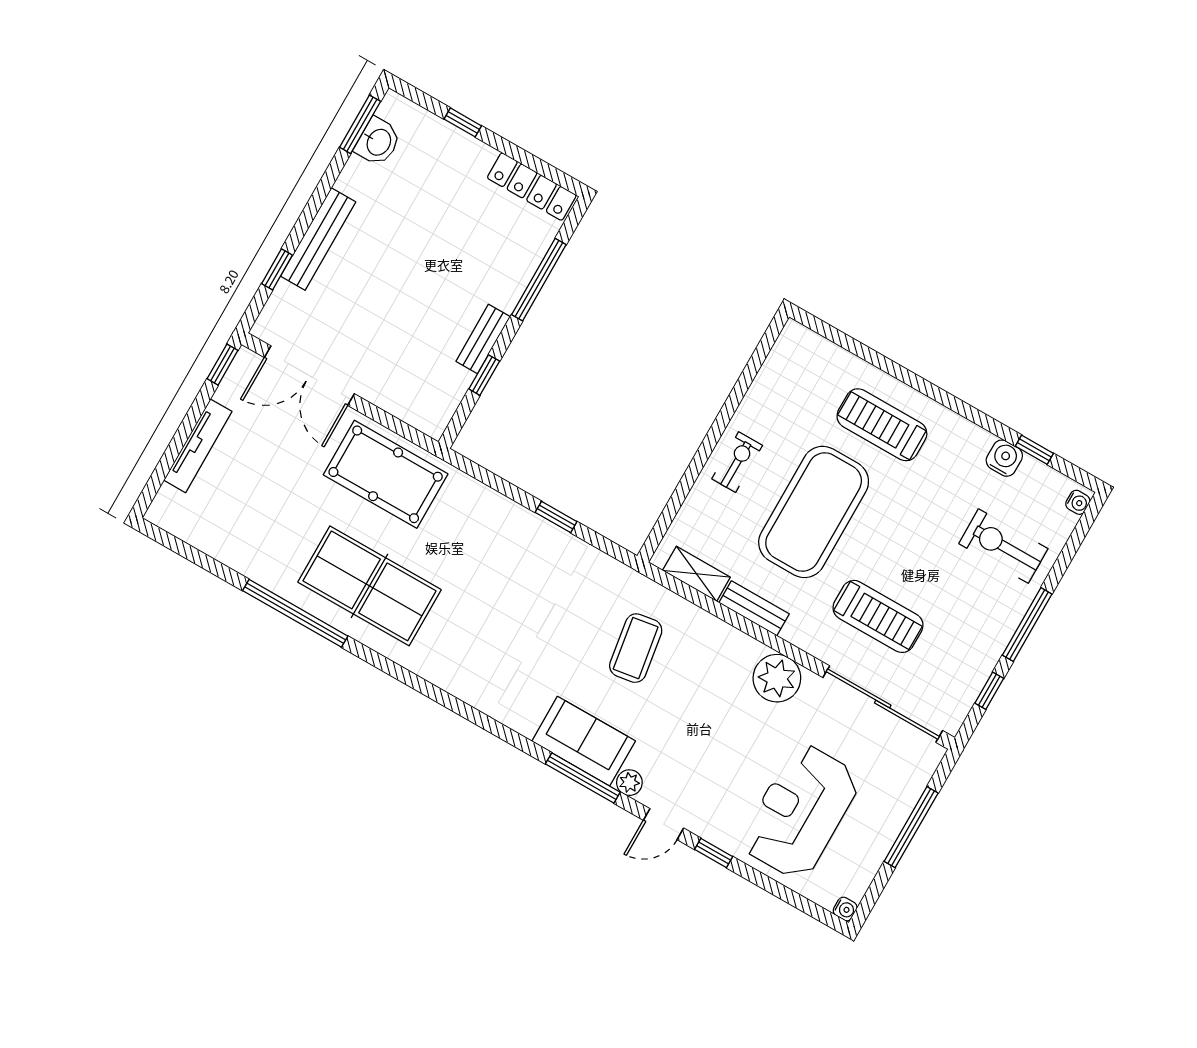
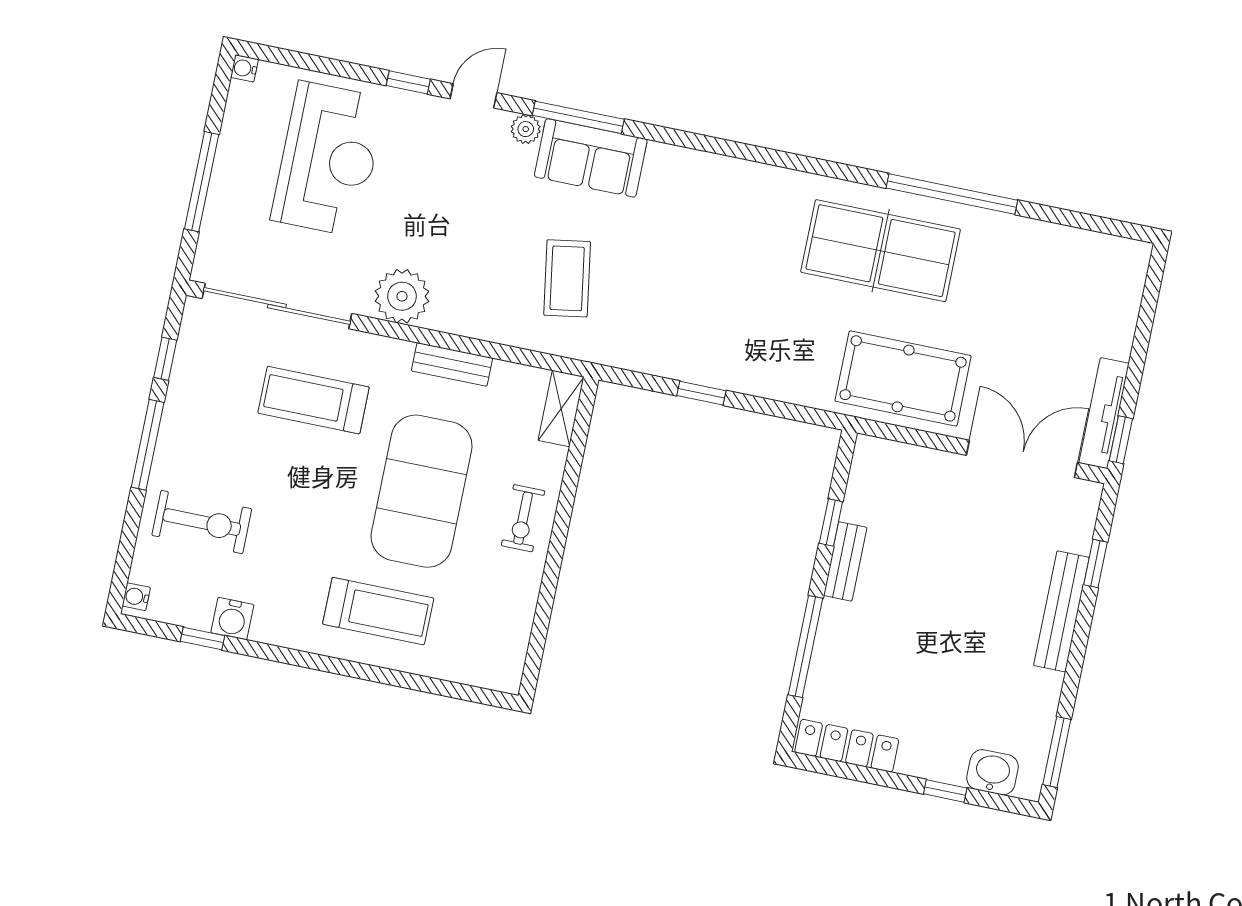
washbasin: (378, 142) -> (992, 772), moved, turned 90
tv unit: (198, 446) -> (1104, 413), moved
shelving: (696, 574) -> (561, 409), moved, turned 90

